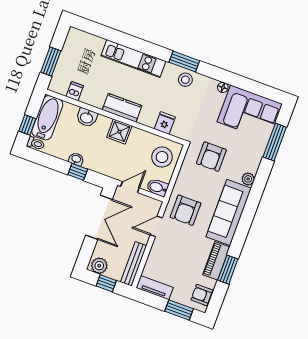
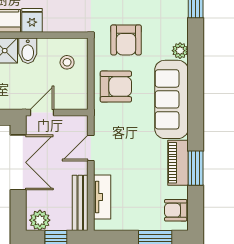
fridge: (165, 123) -> (32, 20), moved
stool: (162, 157) -> (67, 62), width x0.53, depth x0.53
bidet: (157, 188) -> (28, 51), moved, turned -90
armchair: (186, 210) -> (116, 87), moved, turned -90
tv unit: (155, 288) -> (102, 197), moved, turned 90

